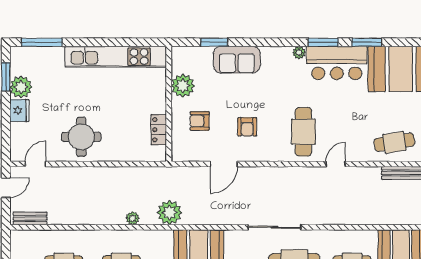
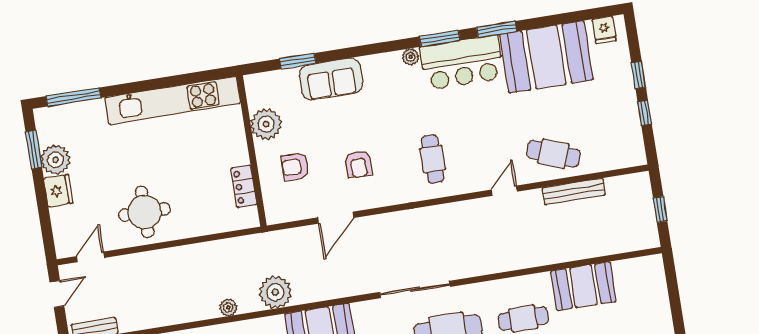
cafe table: (303, 132) -> (433, 159), width x0.73, depth x0.74
cafe table: (394, 142) -> (553, 154), turned 30
door: (336, 164) -> (504, 191), moved

